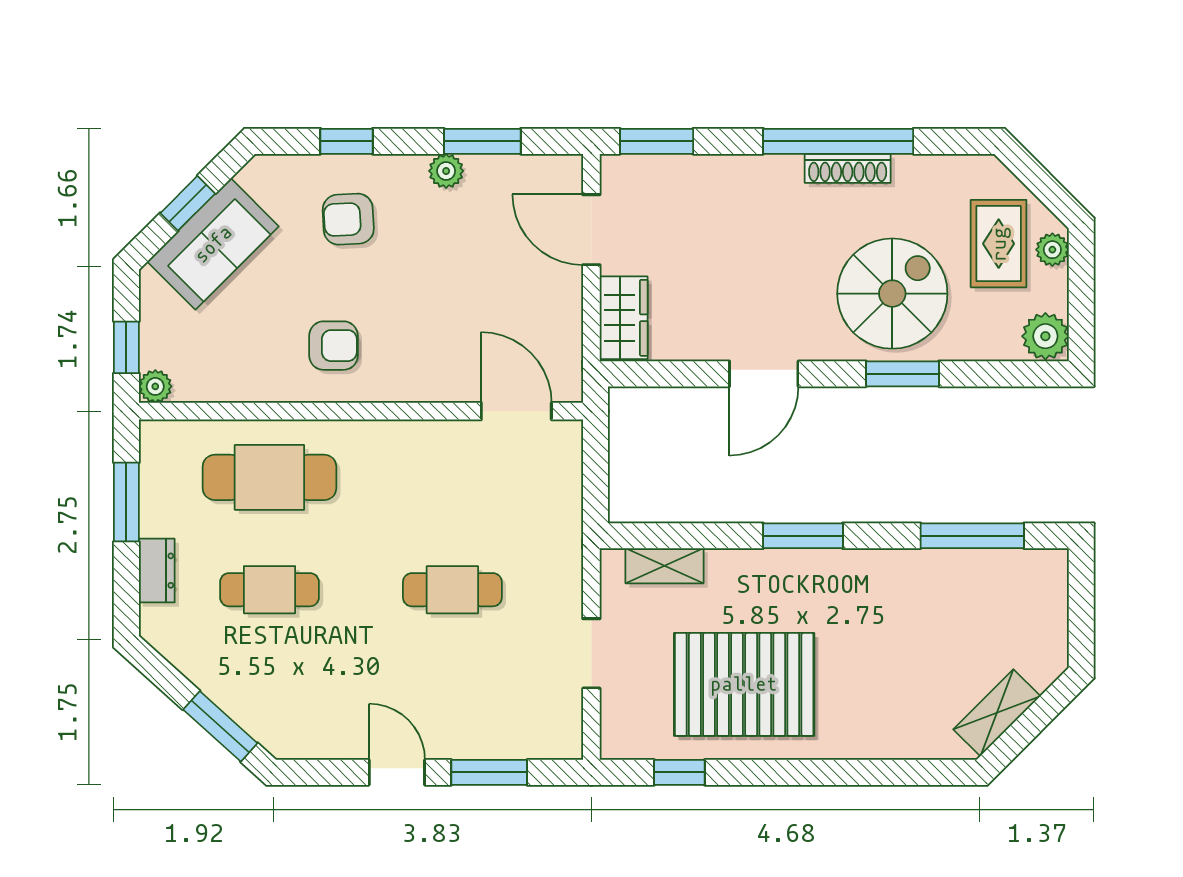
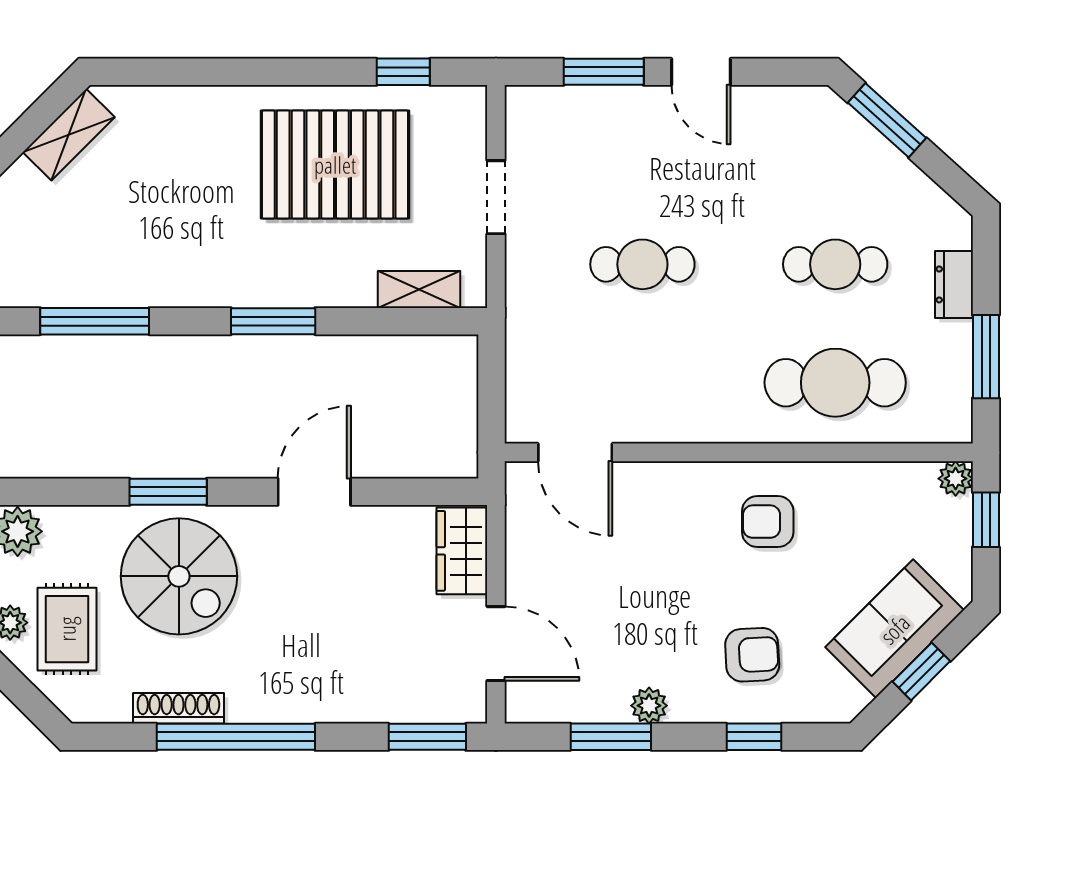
shoe rack: (848, 168) -> (178, 708), moved
spiral stairs: (892, 294) -> (179, 576), turned -90

